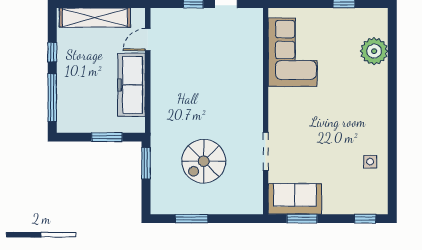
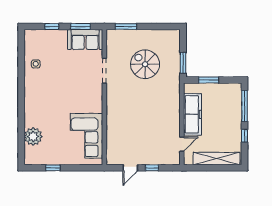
spiral stairs: (204, 161) -> (145, 64), turned -90
window: (192, 219) -> (126, 26), moved
window: (365, 219) -> (52, 26), moved

